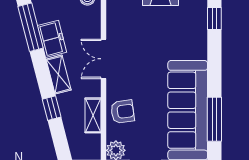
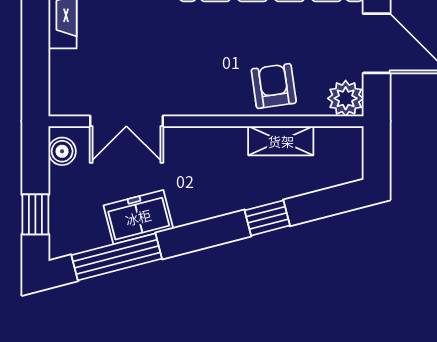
double door: (104, 59) -> (126, 121), moved
shelving: (59, 75) -> (205, 205), removed

